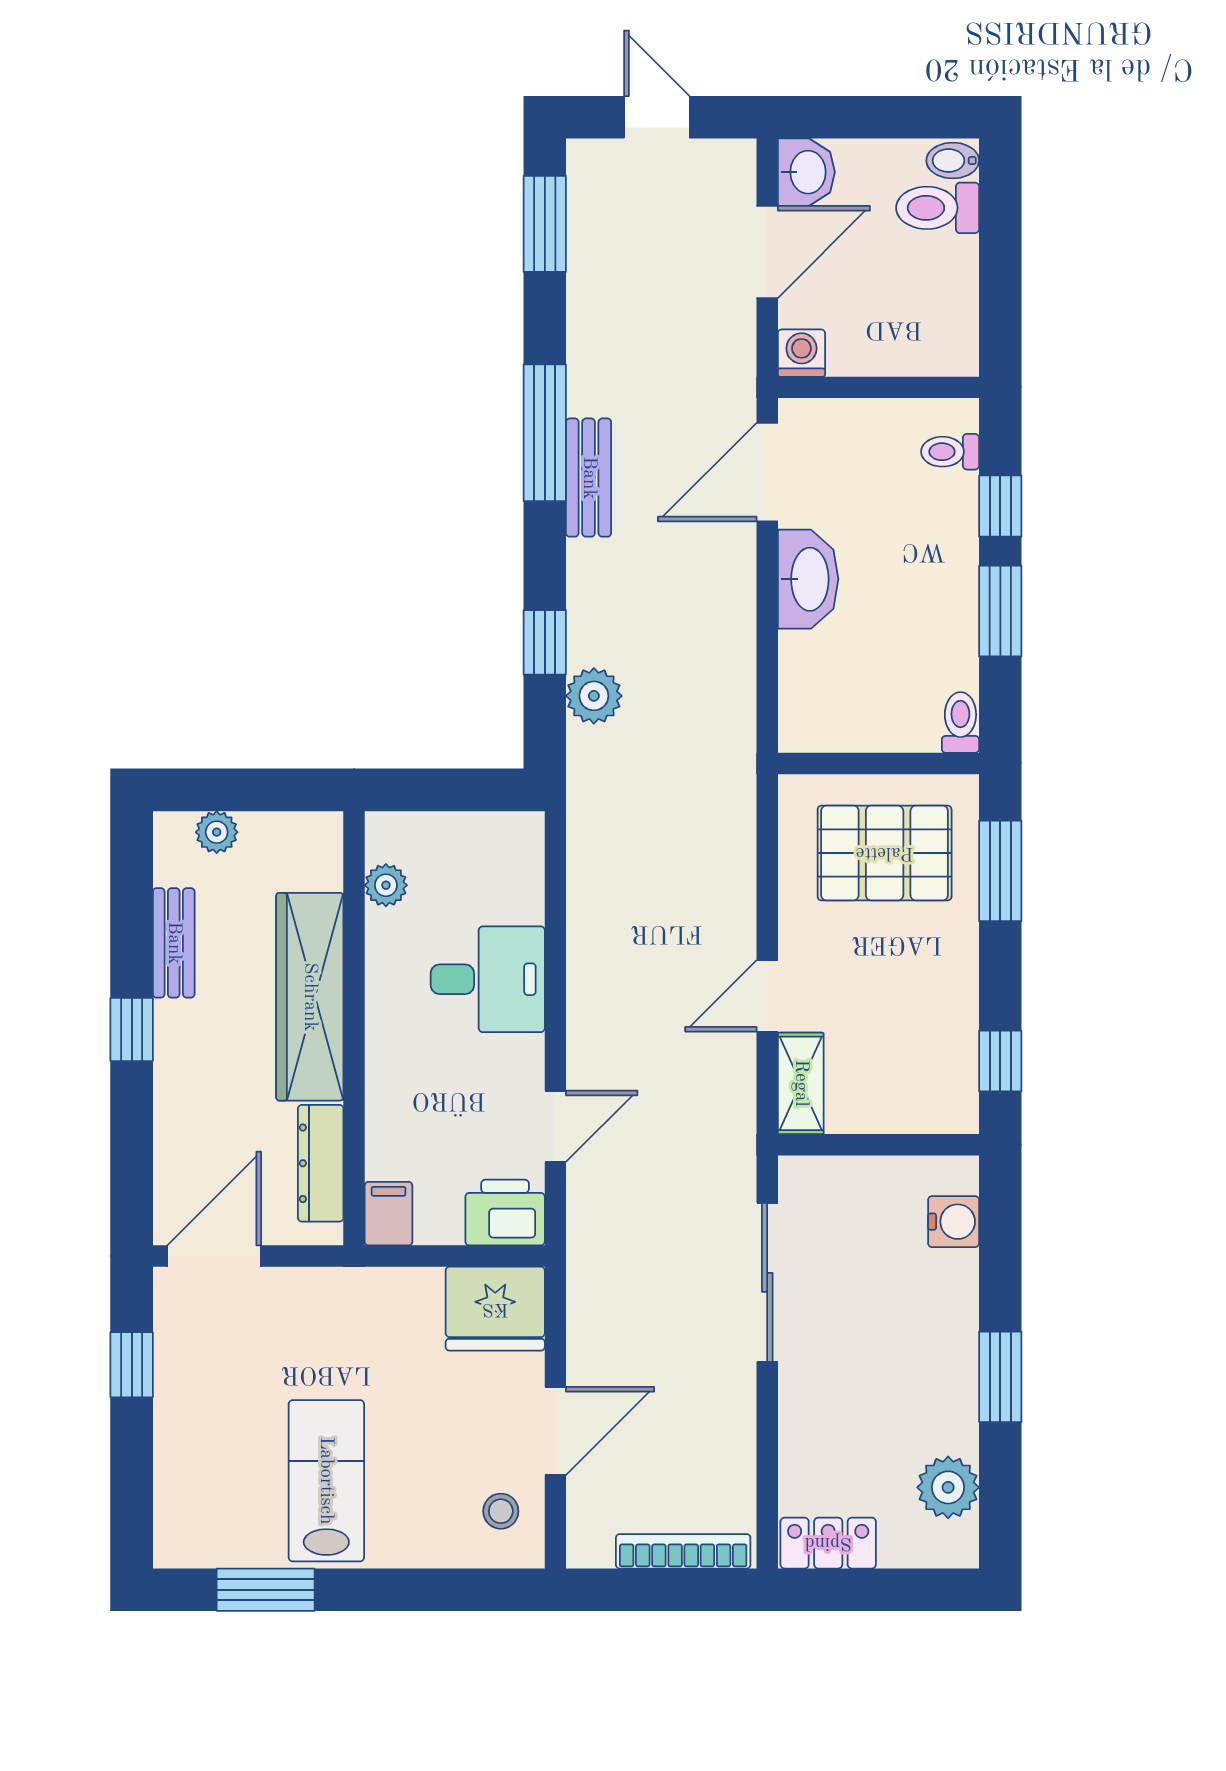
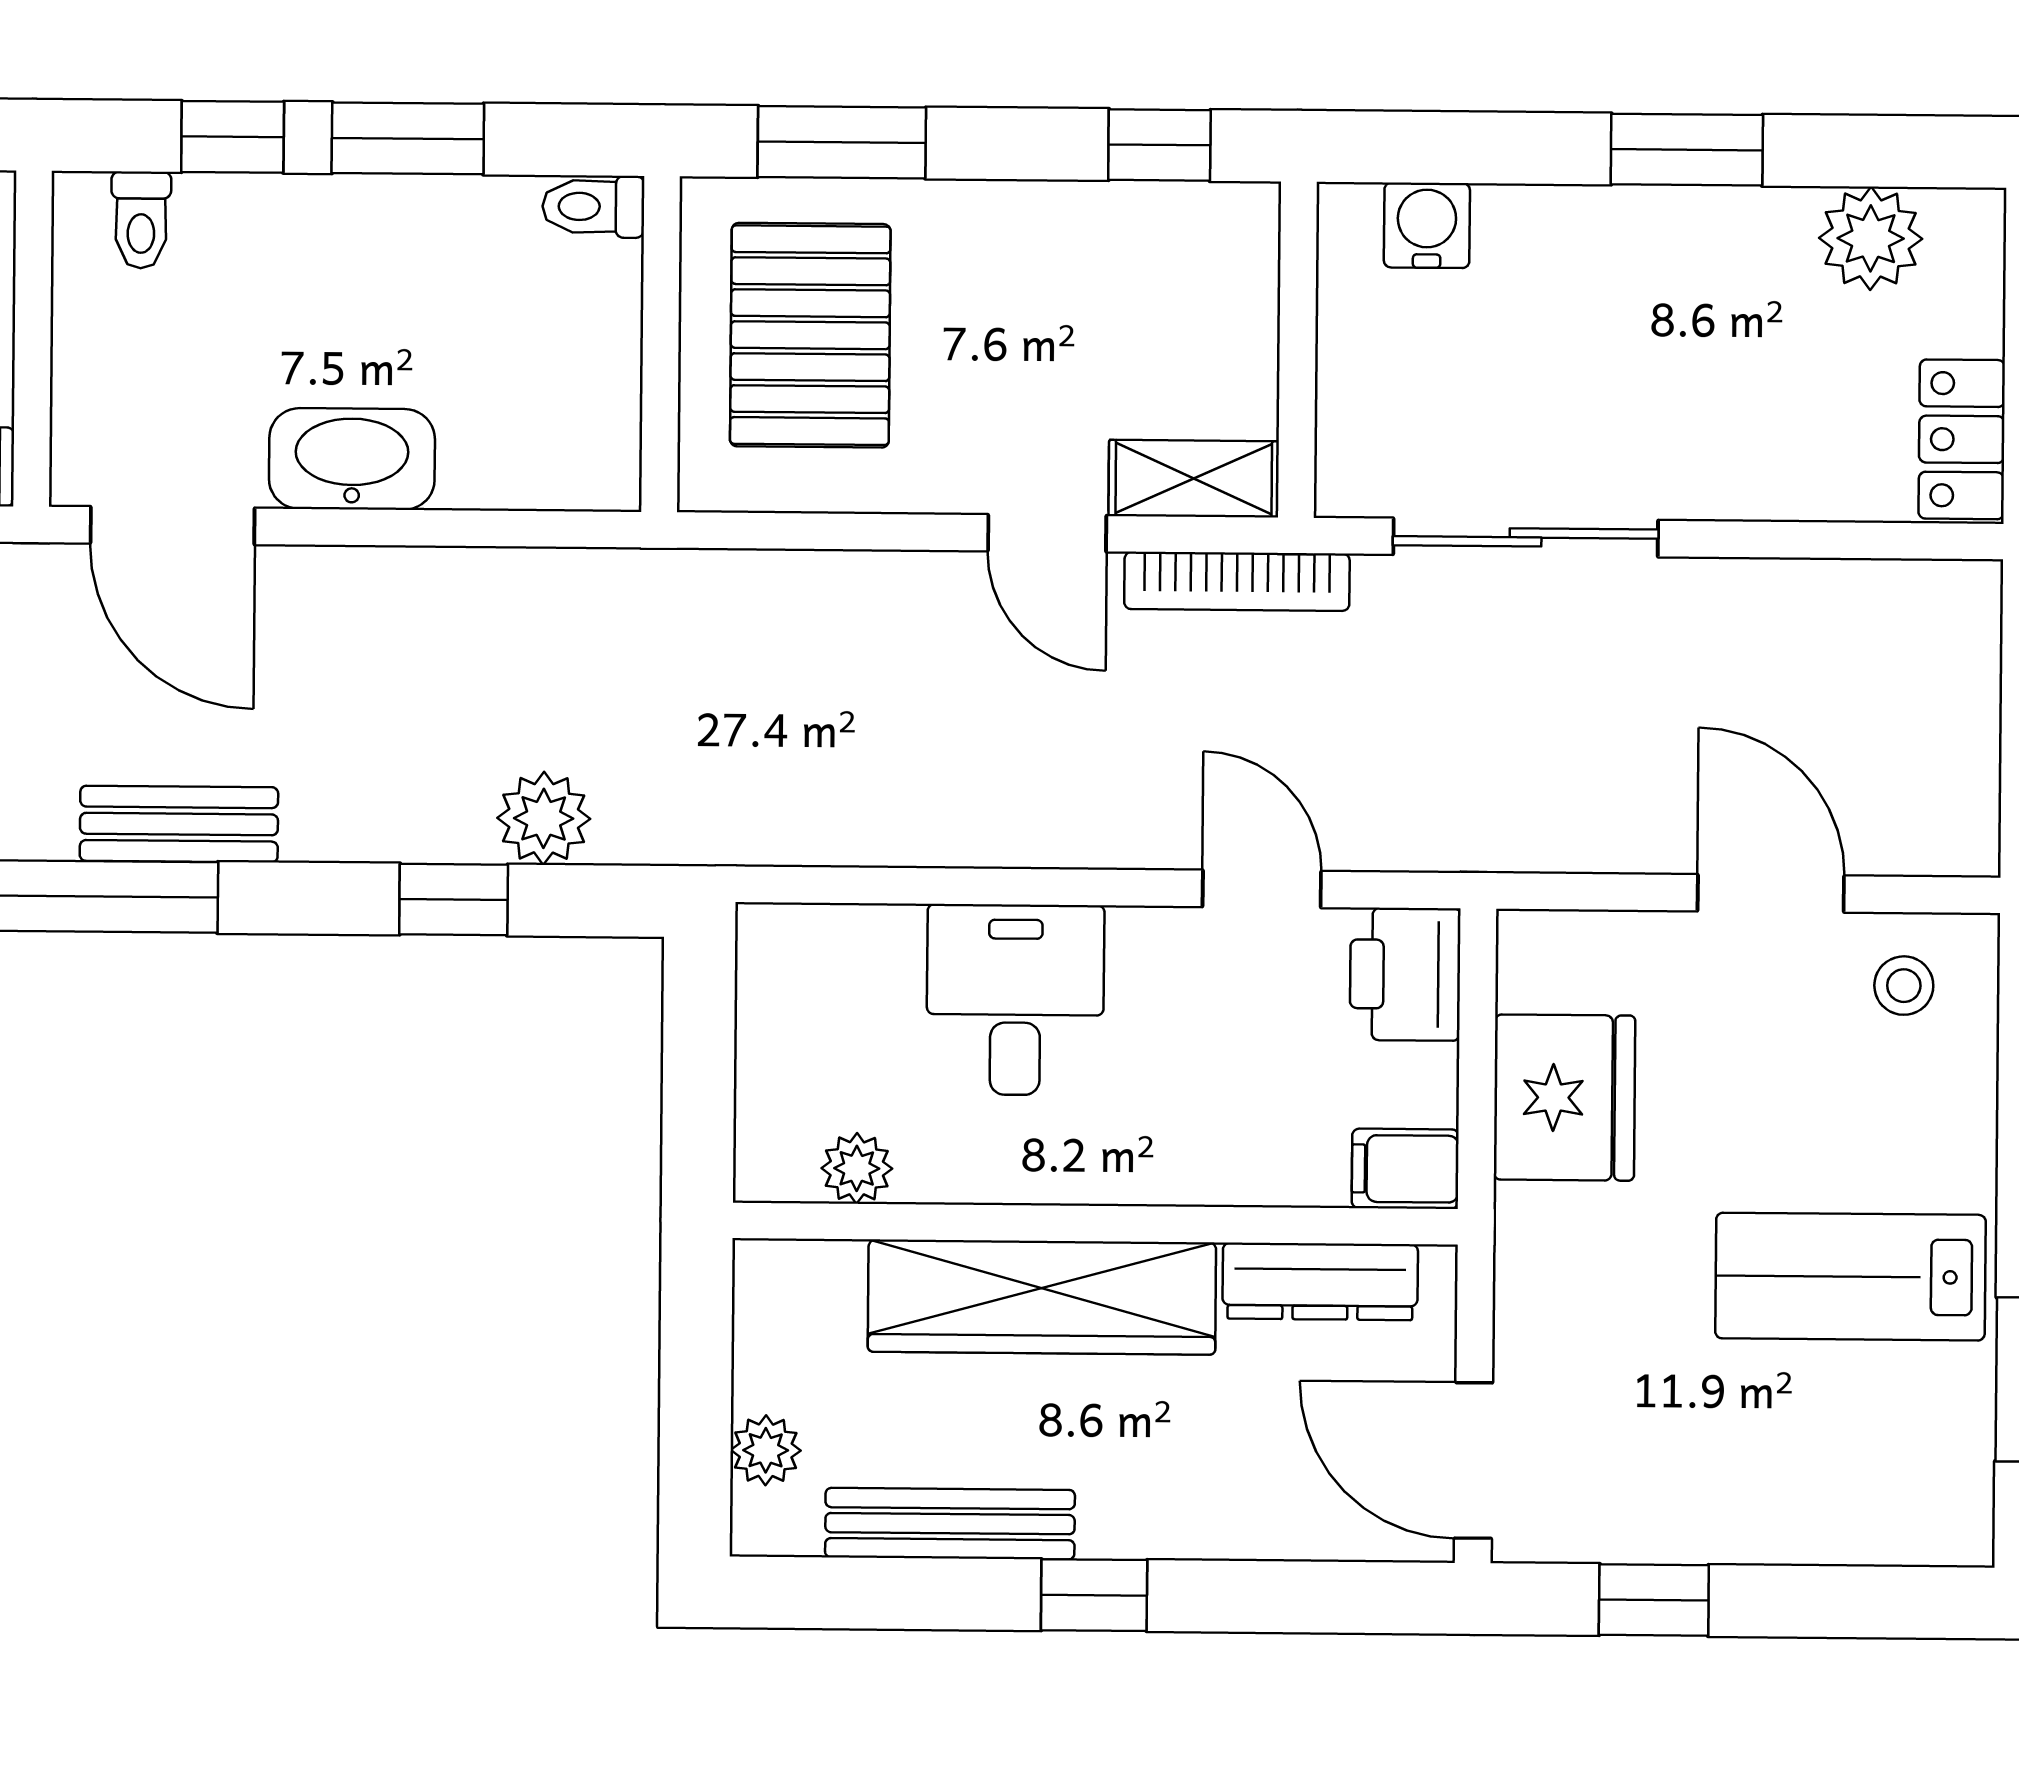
bench: (174, 943) -> (950, 1524), width x1.36
fridge: (495, 1309) -> (1564, 1098), moved
bookcase: (683, 1551) -> (1237, 581), moved, turned -90

